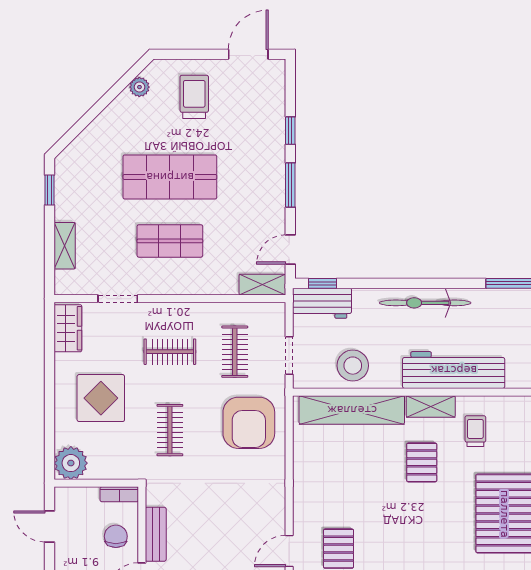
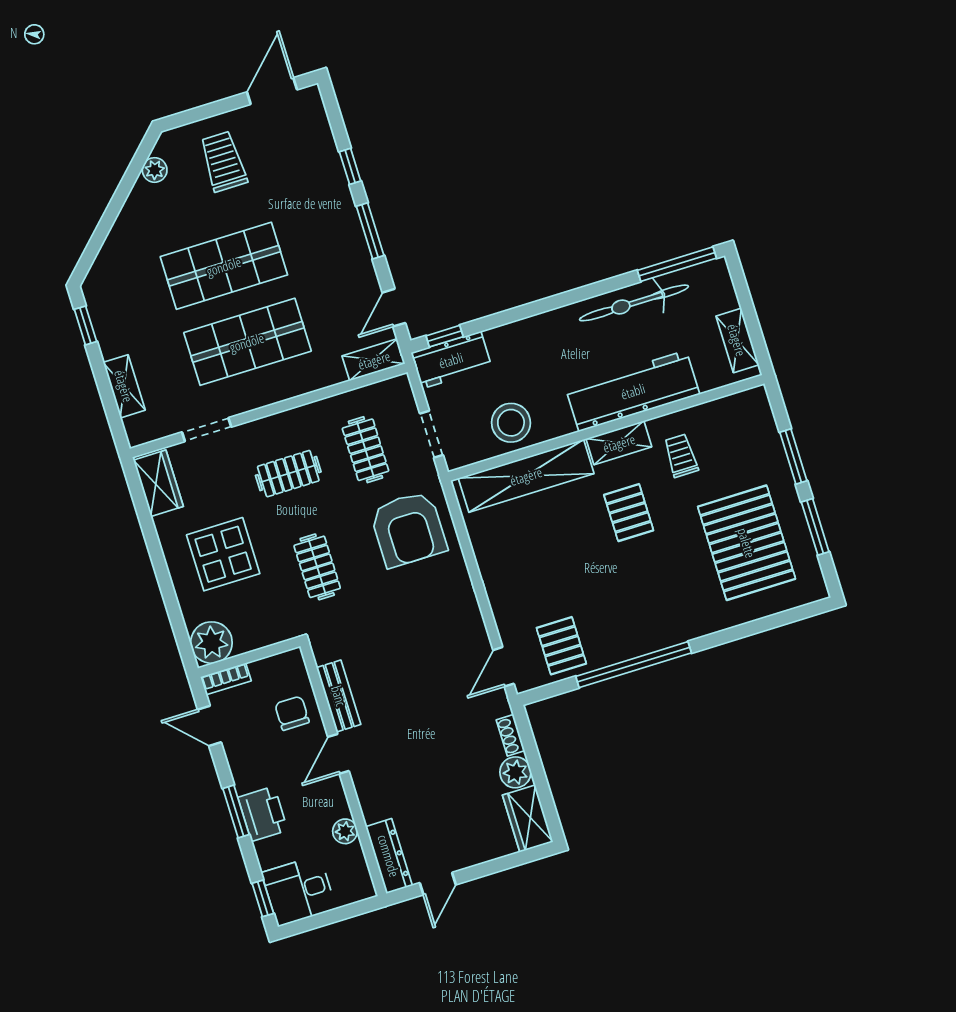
shop shelf: (170, 241) -> (247, 342), width x1.43, depth x1.36
bicycle: (425, 303) -> (634, 303), moved
bookcase: (119, 494) -> (226, 679), moved

